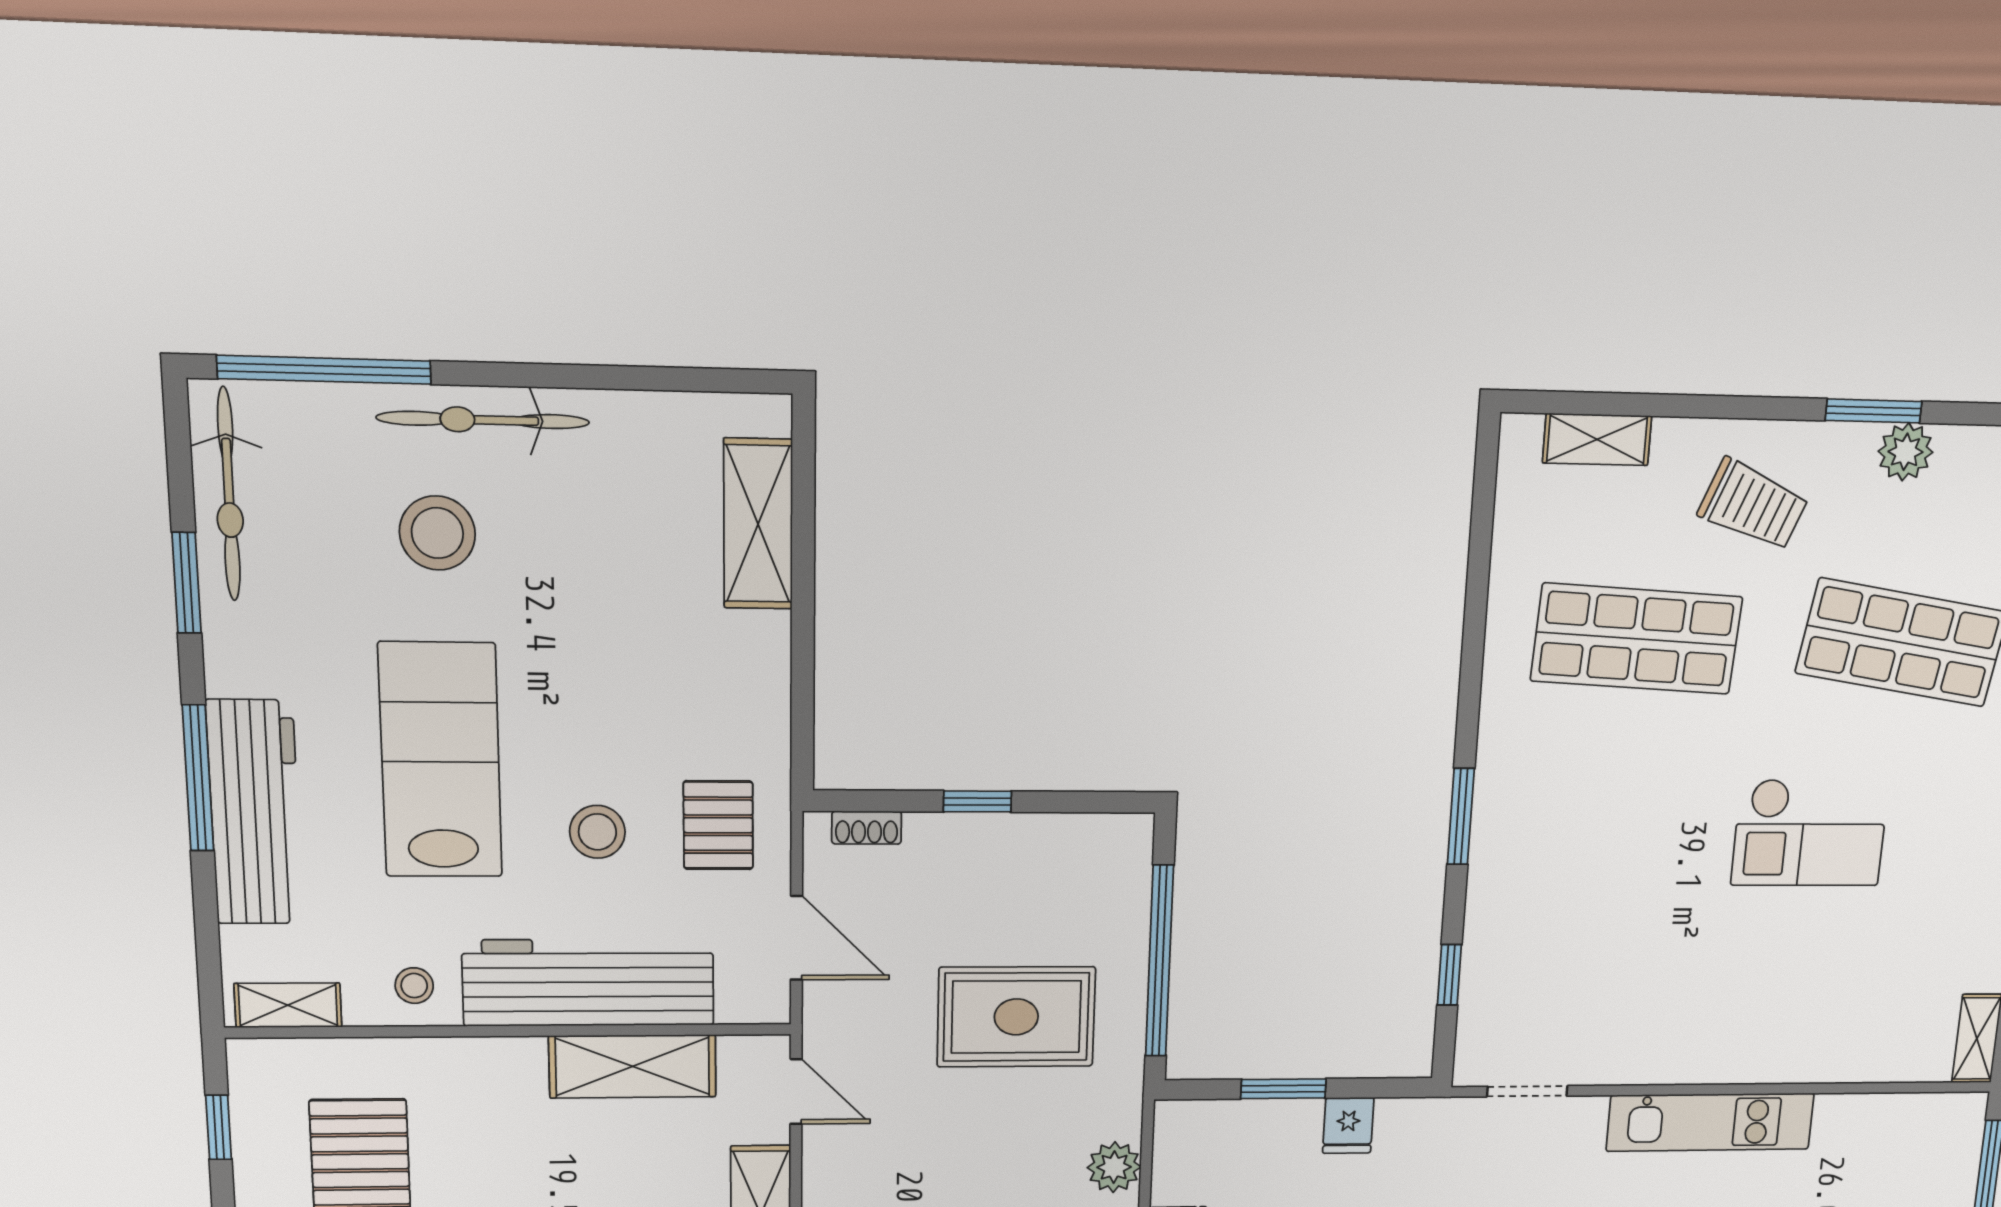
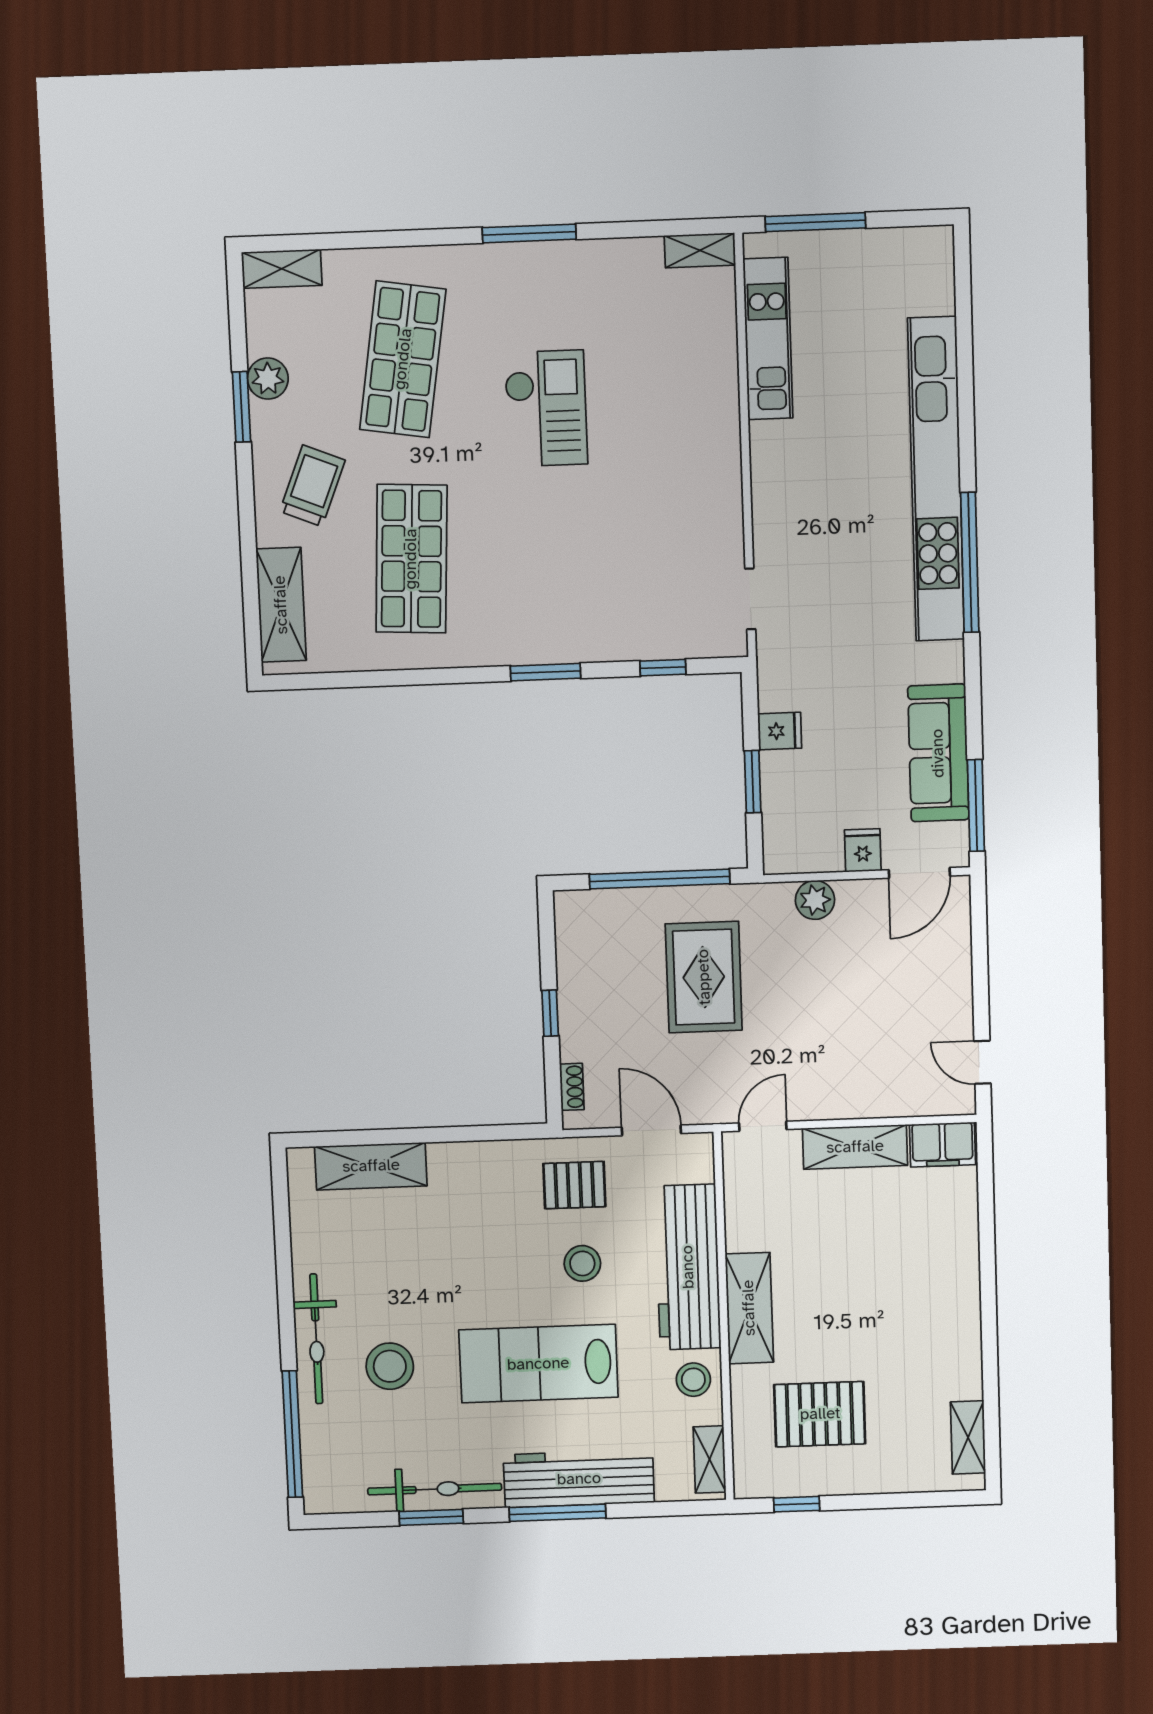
shelving: (1597, 439) -> (281, 605), width x1.50, depth x1.33
bicycle: (229, 494) -> (435, 1489), moved
door: (796, 938) -> (651, 1130), hinge flipped
stool: (414, 986) -> (693, 1380), width x1.37, depth x1.37
shelving: (633, 1066) -> (749, 1308), moved
kitchen unit: (1710, 1122) -> (768, 339), moved

